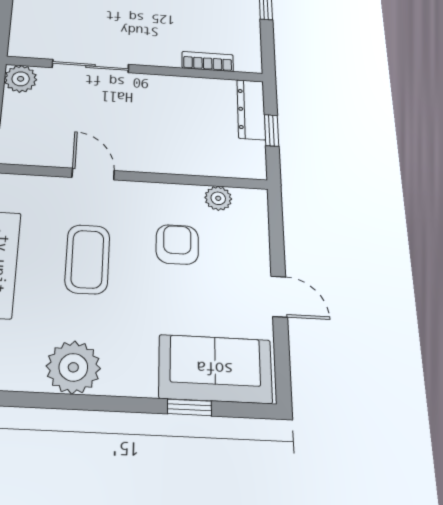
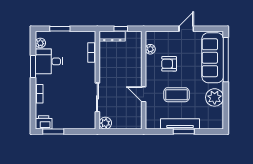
door: (93, 174) -> (144, 94), hinge flipped
sofa: (215, 369) -> (213, 58), width x1.36
window: (189, 407) -> (226, 60), width x3.17

